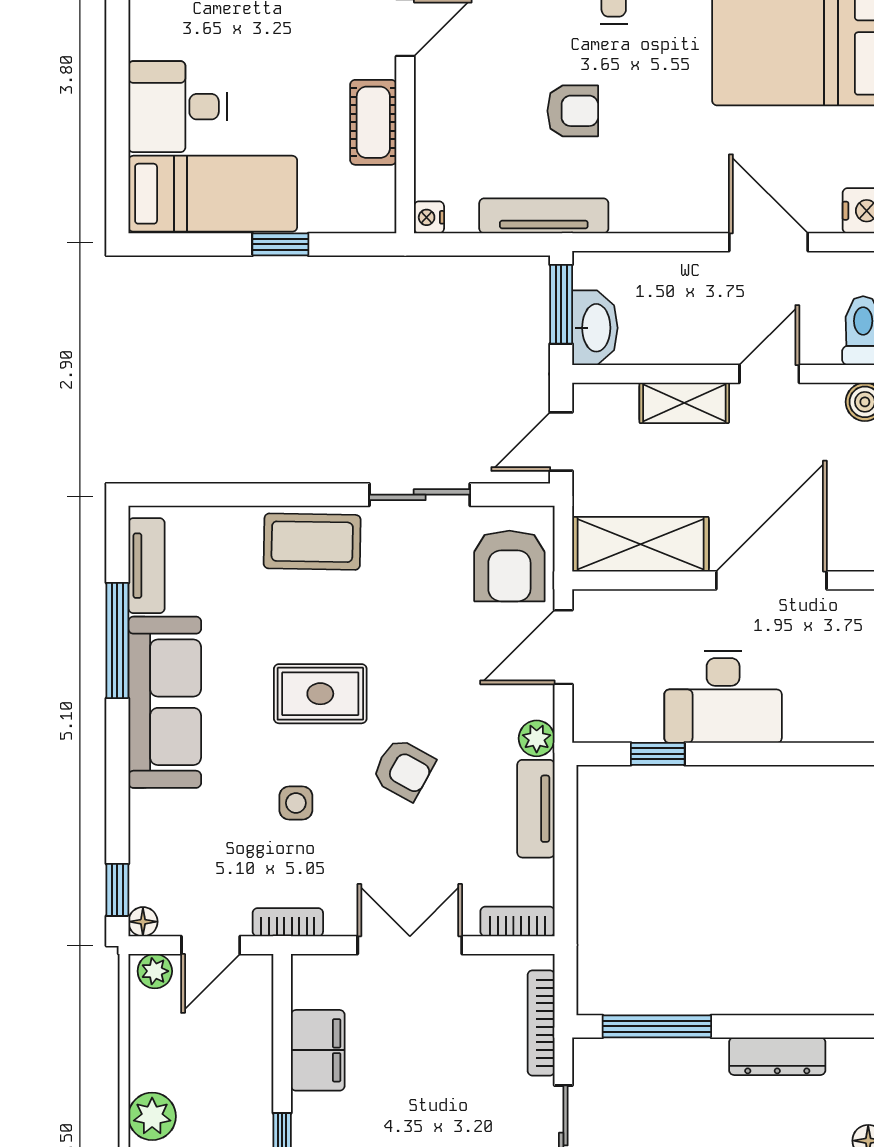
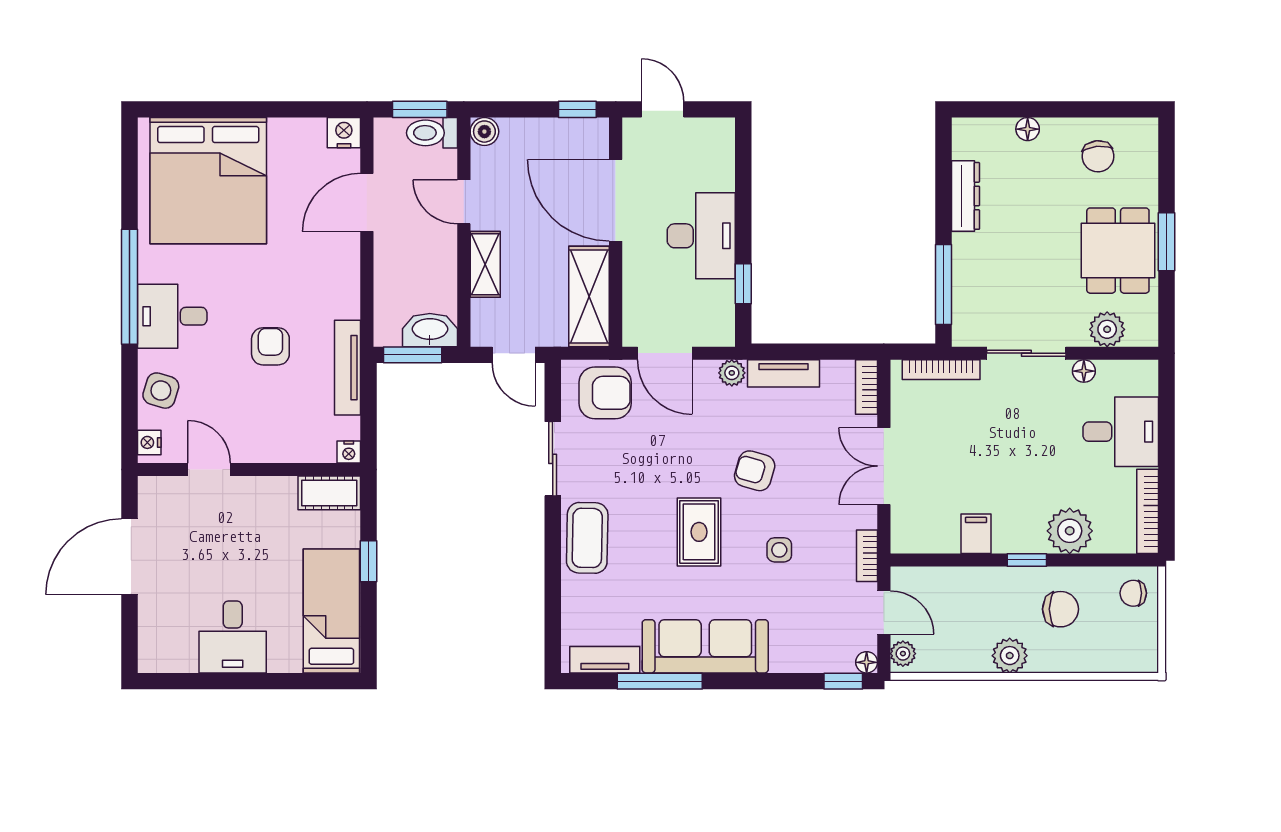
desk: (177, 107) -> (233, 637), moved
cot: (373, 122) -> (329, 493), moved
armchair: (403, 769) -> (755, 471), turned -103
filing cabinet: (318, 1050) -> (976, 534), width x0.50

